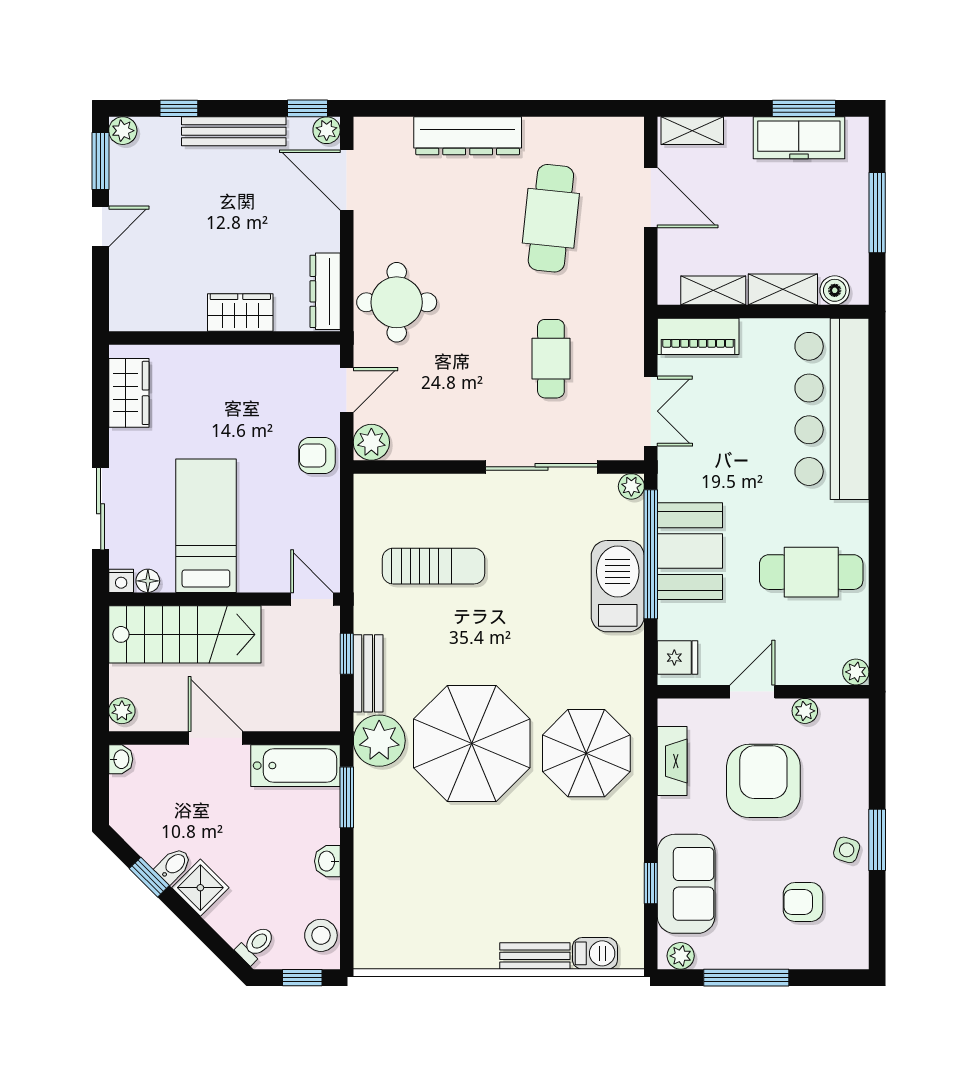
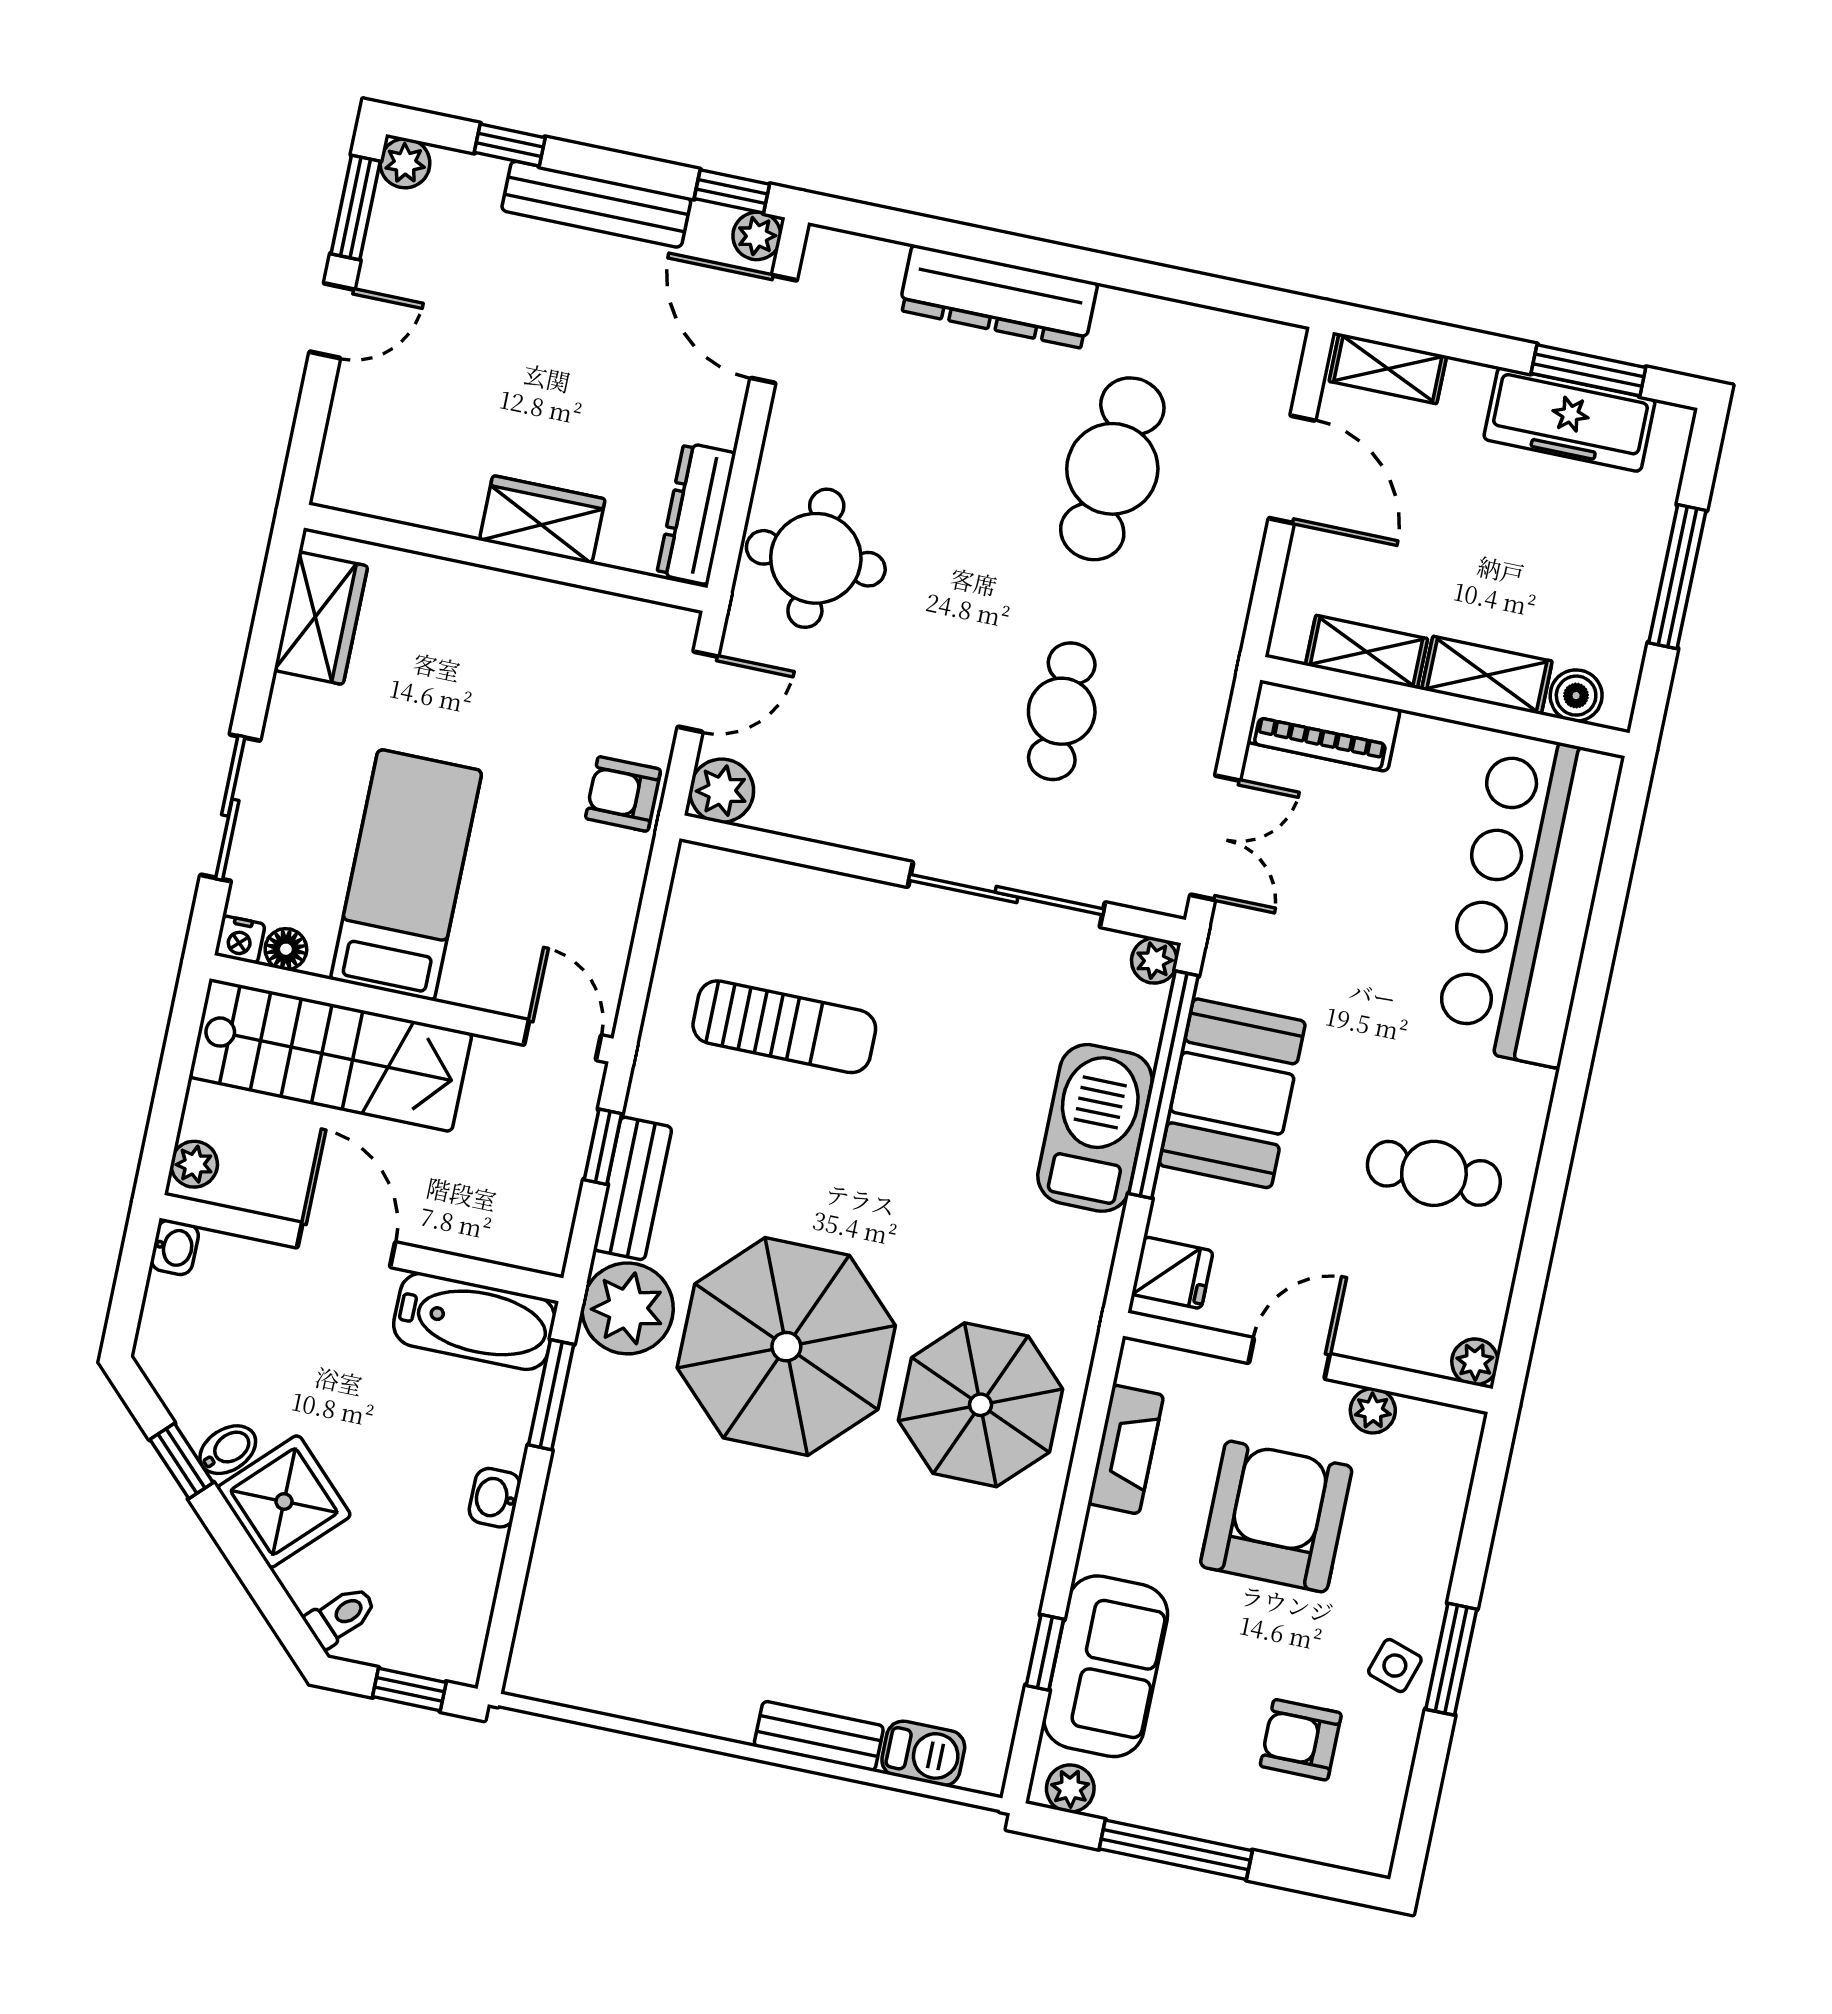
cafe table: (811, 572) -> (1434, 1173), width x0.73, depth x0.74
shower: (200, 888) -> (284, 1502), width x1.36, depth x1.36
stool: (321, 935) -> (457, 1624), removed

